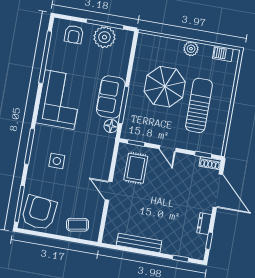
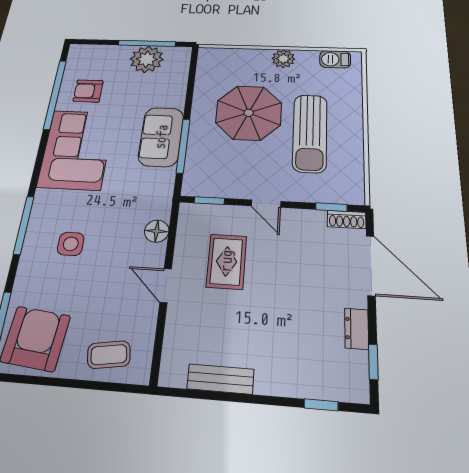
armchair: (74, 34) -> (88, 91), moved, turned 90
sun lounger: (199, 105) -> (310, 133), turned 180
floor lamp: (111, 126) -> (157, 231), moved
rug: (136, 168) -> (226, 261), moved
bench: (139, 243) -> (220, 379), width x0.73

